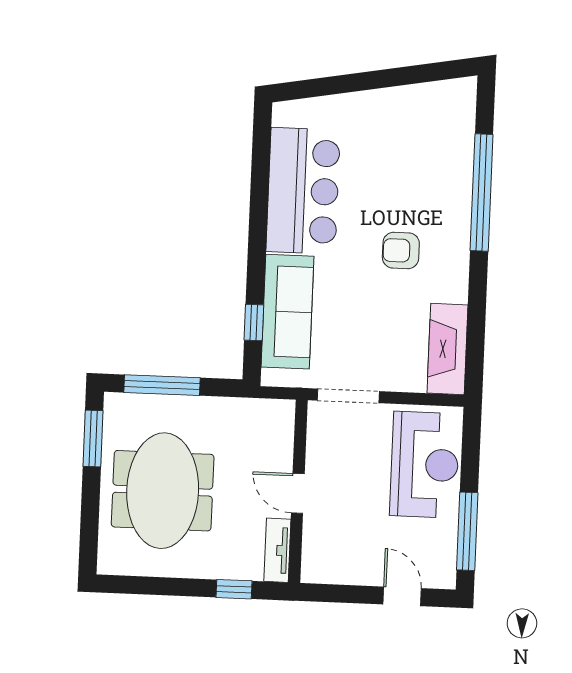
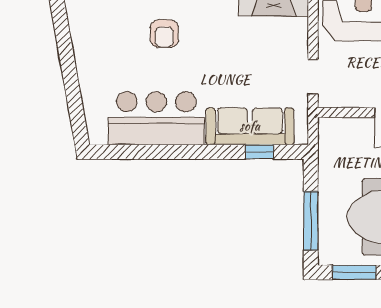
armchair: (401, 250) -> (164, 34), moved
doorway: (348, 396) -> (313, 77), width x0.73

